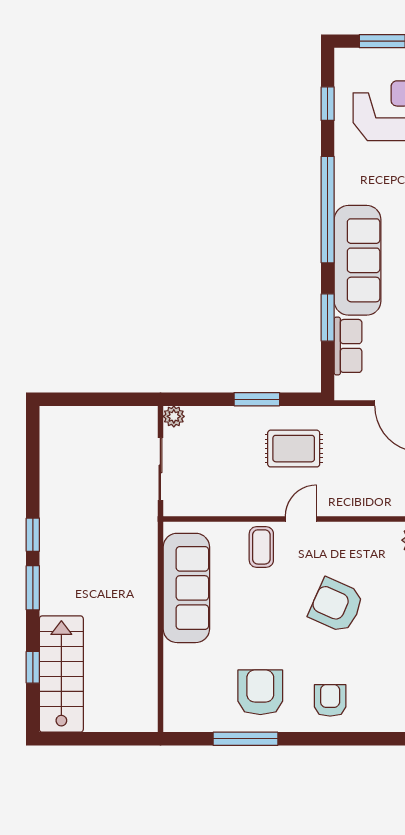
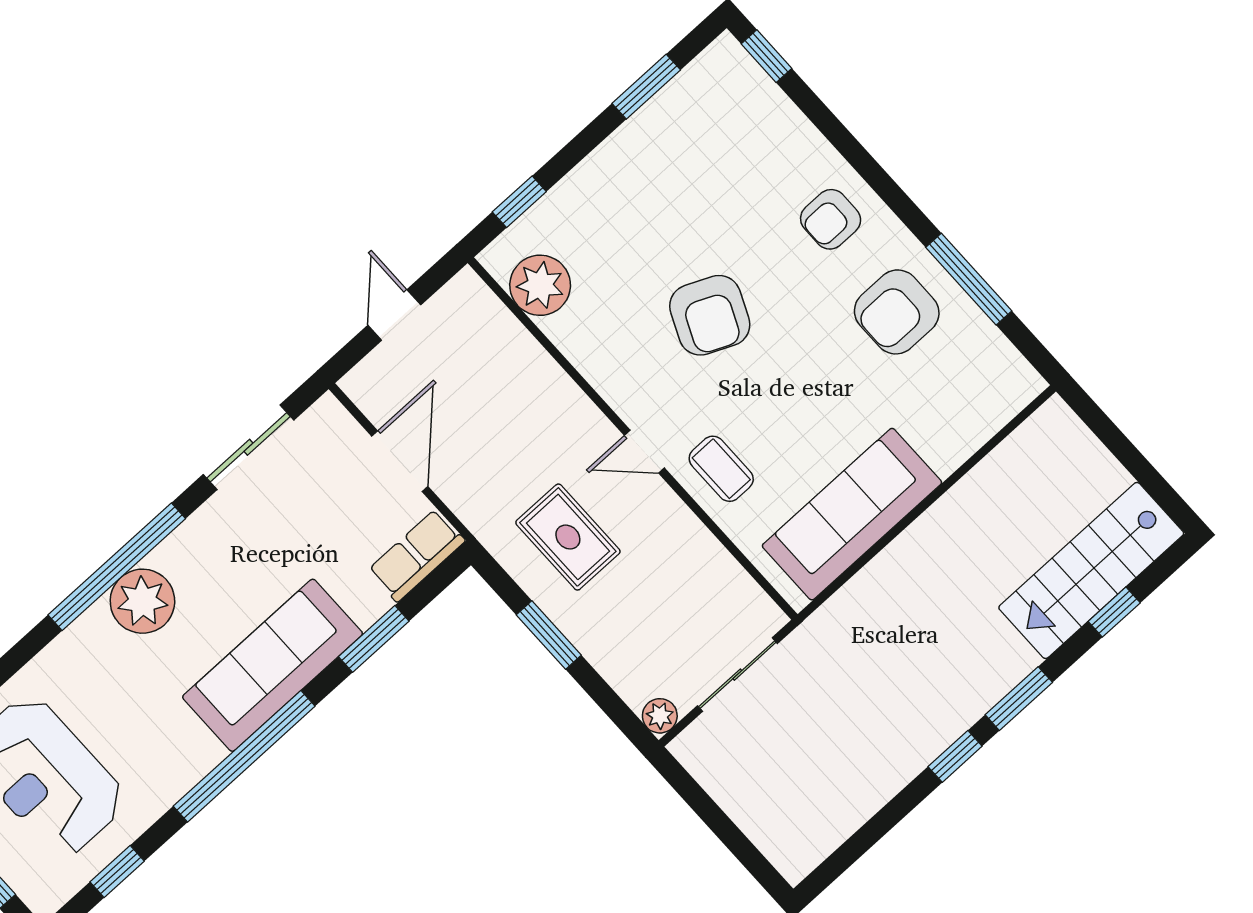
row of seats: (348, 346) -> (417, 555), moved
coffee table: (261, 547) -> (721, 469), turned 90

